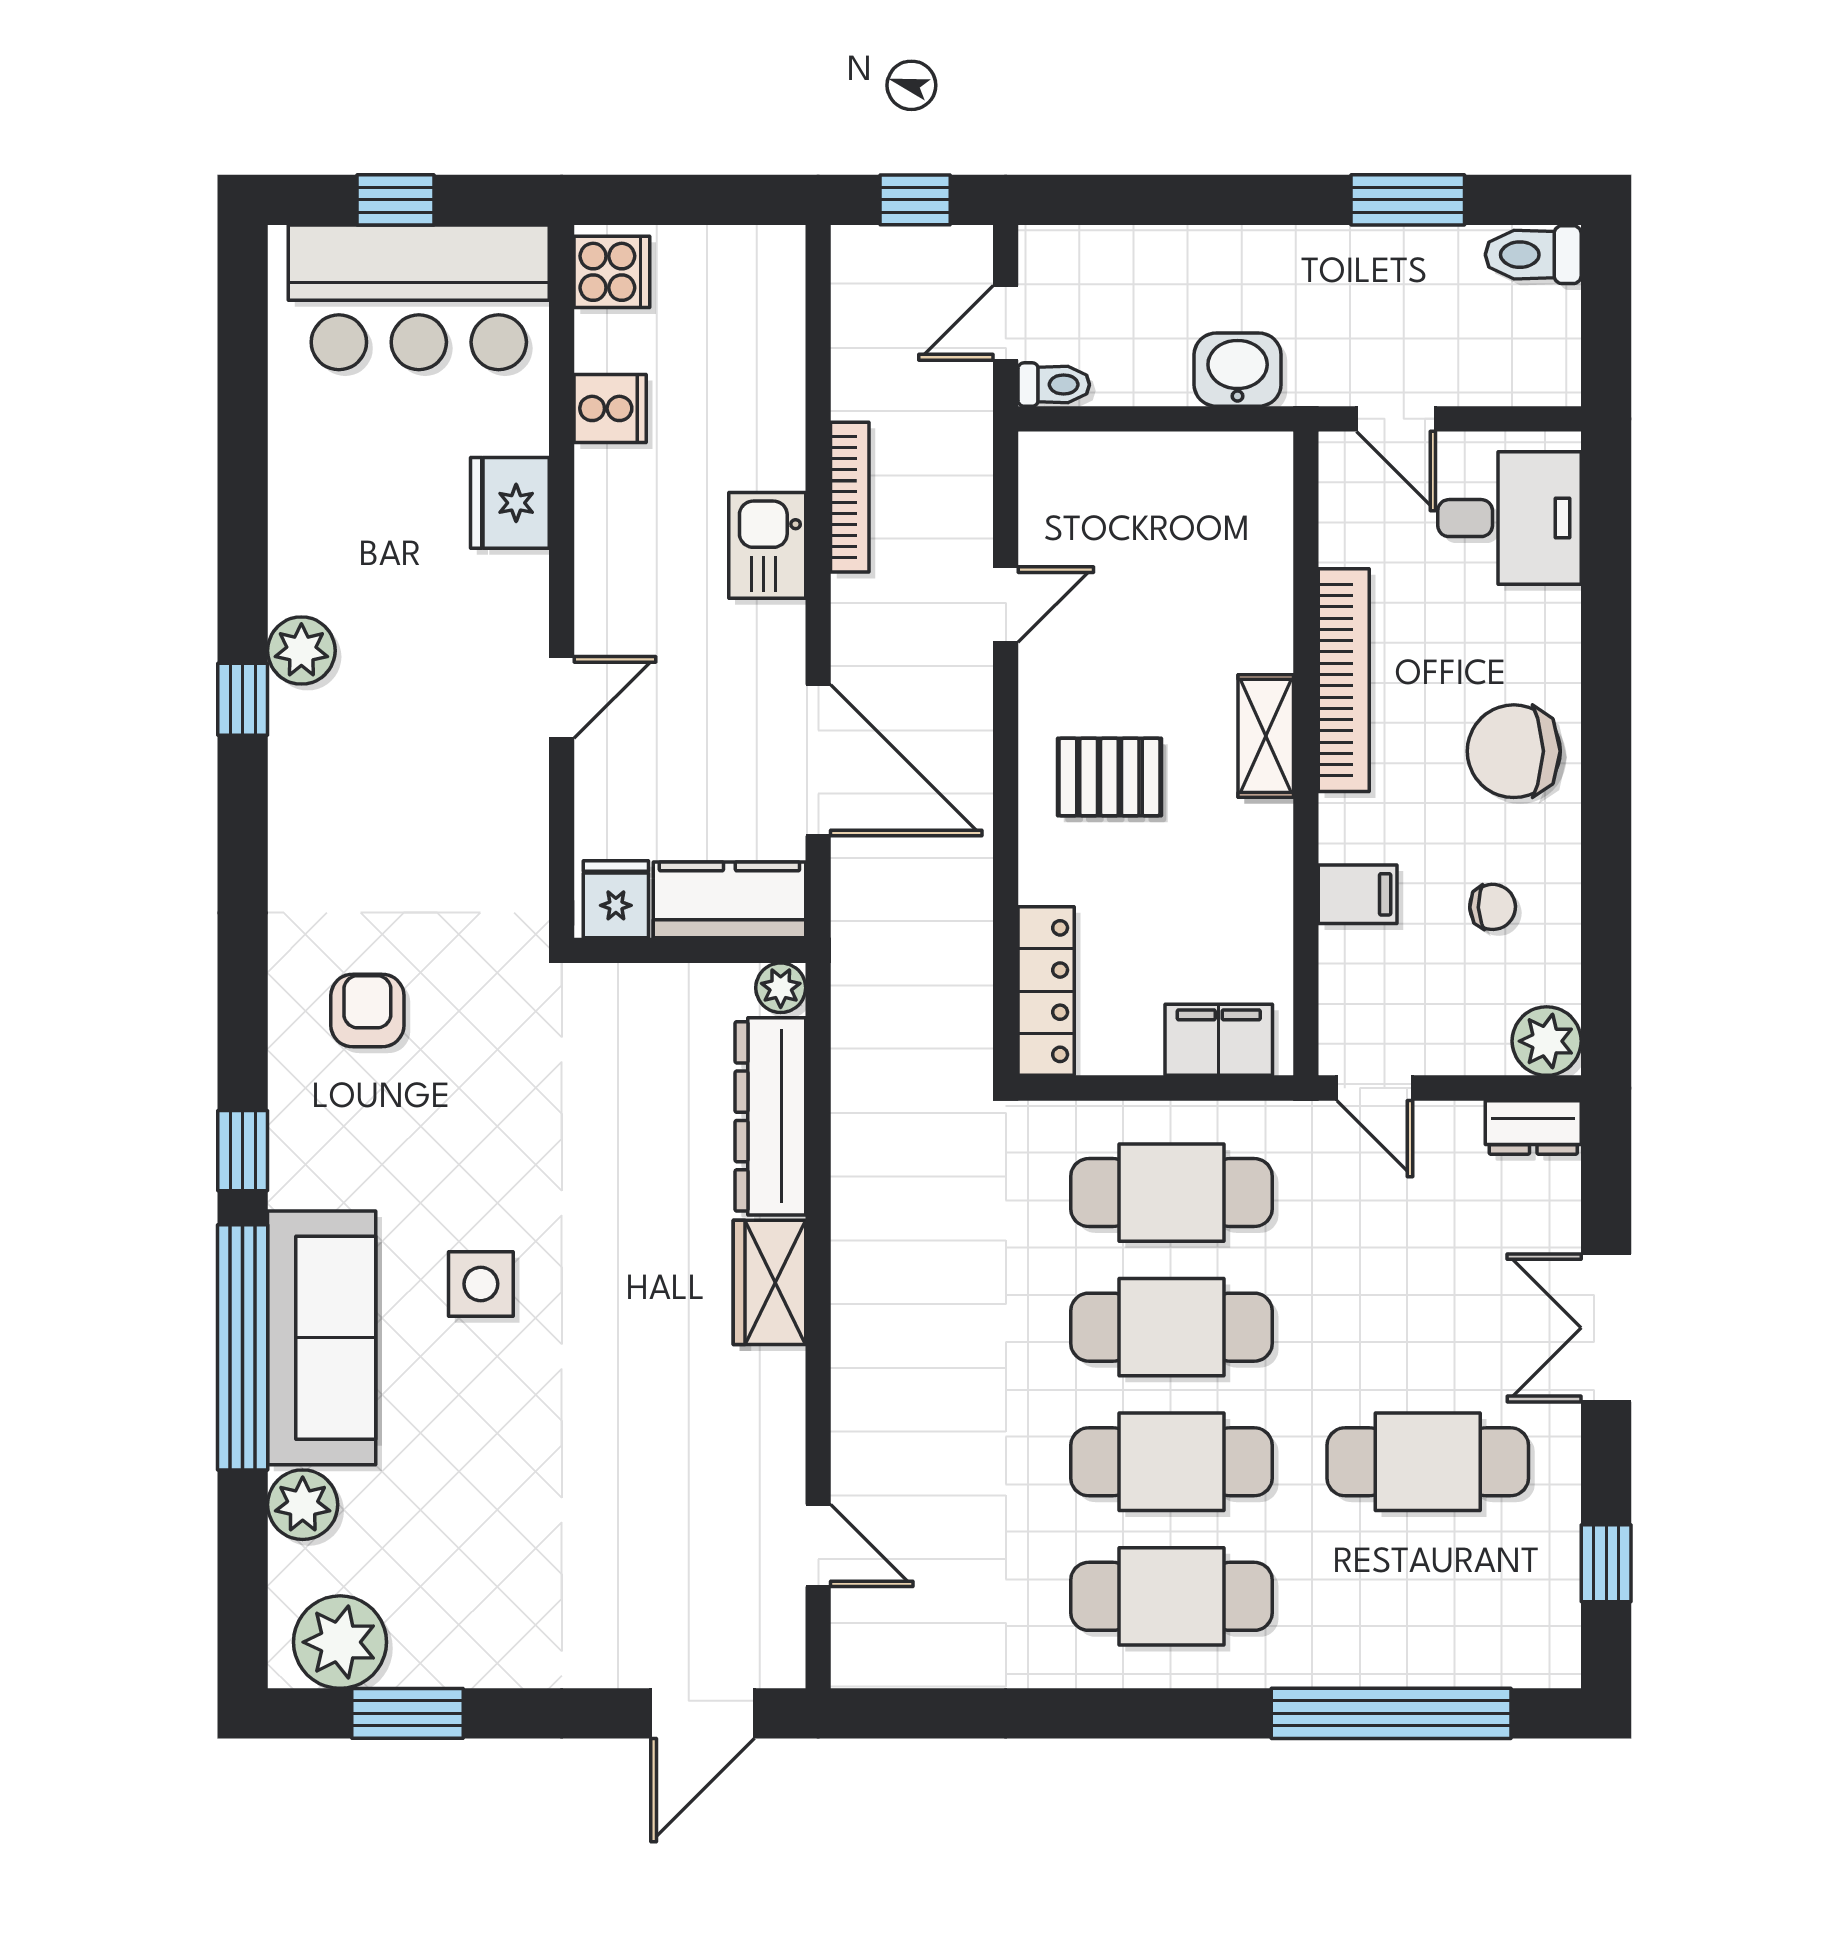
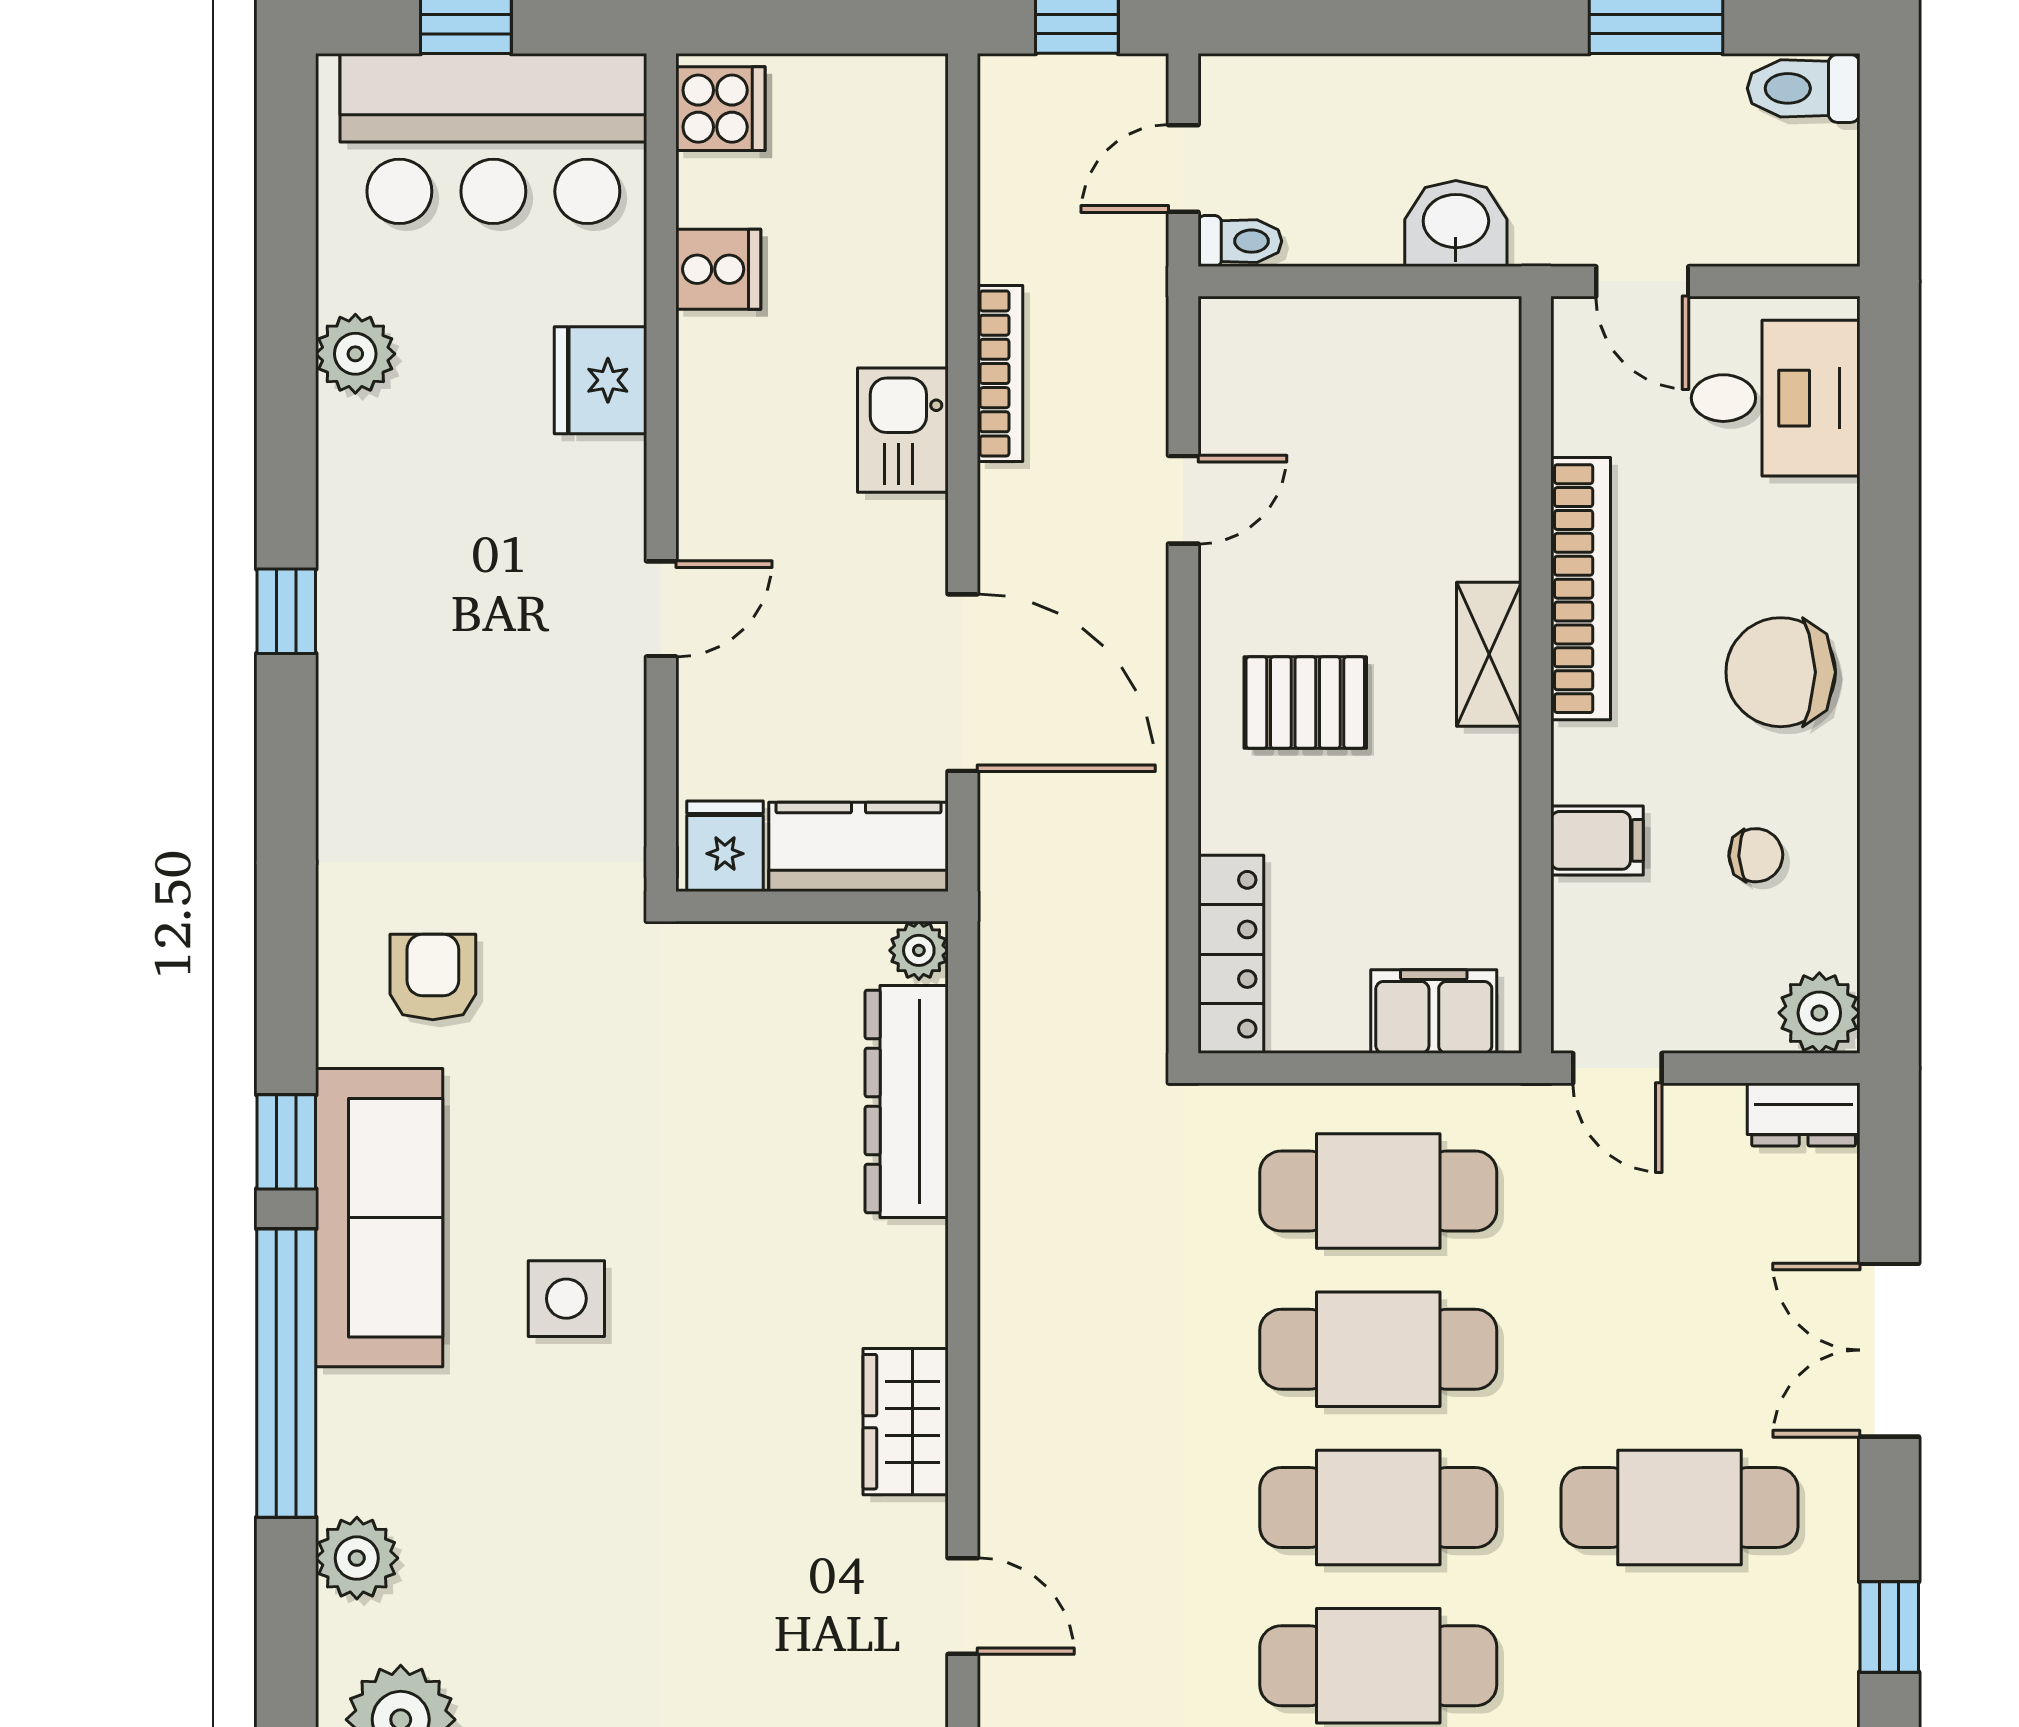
plant: (301, 651) -> (355, 354), moved
wardrobe: (769, 1282) -> (906, 1422), moved
sofa: (322, 1338) -> (379, 1218), moved

